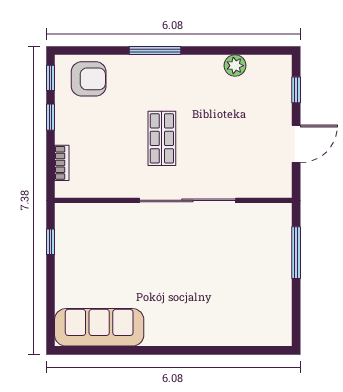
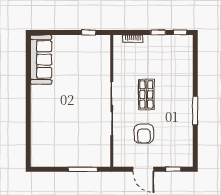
window: (155, 50) -> (195, 111), moved
plant: (235, 66) -> (187, 135), removed
armchair: (89, 79) -> (144, 134), moved
shop shelf: (162, 138) -> (146, 94), turned 90

